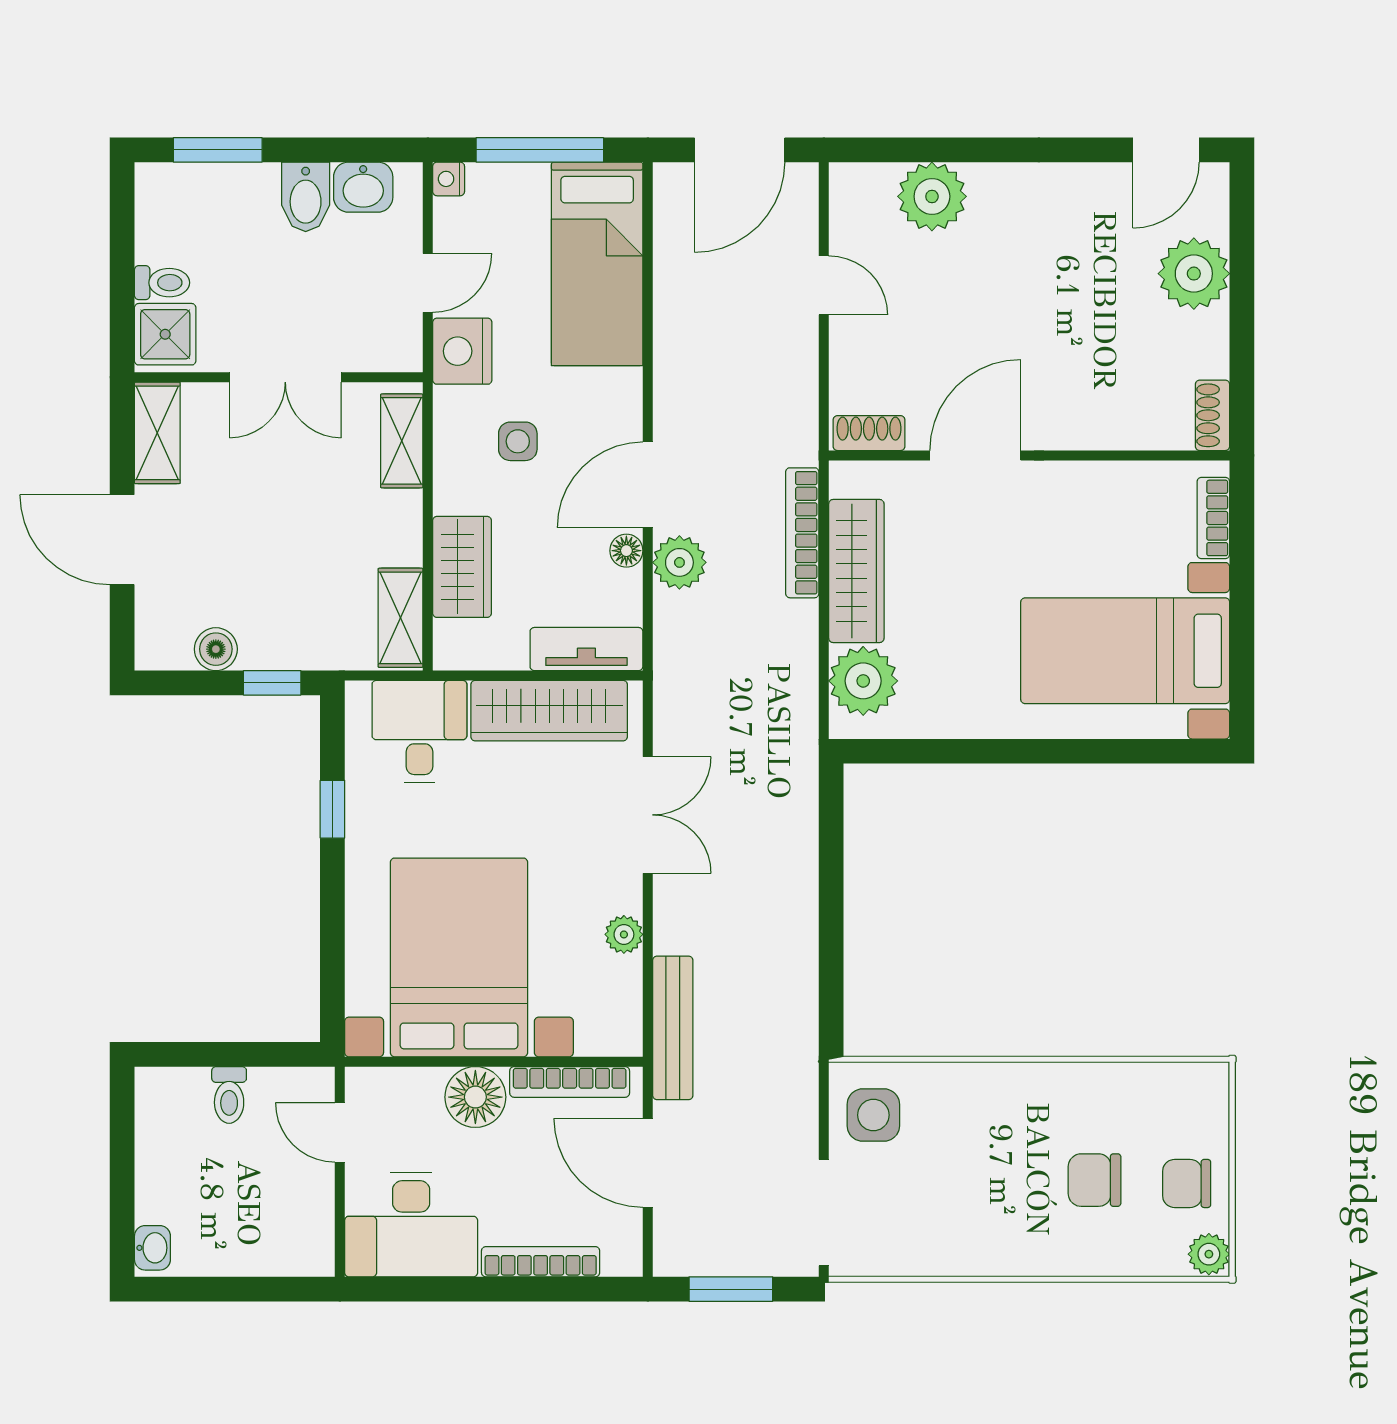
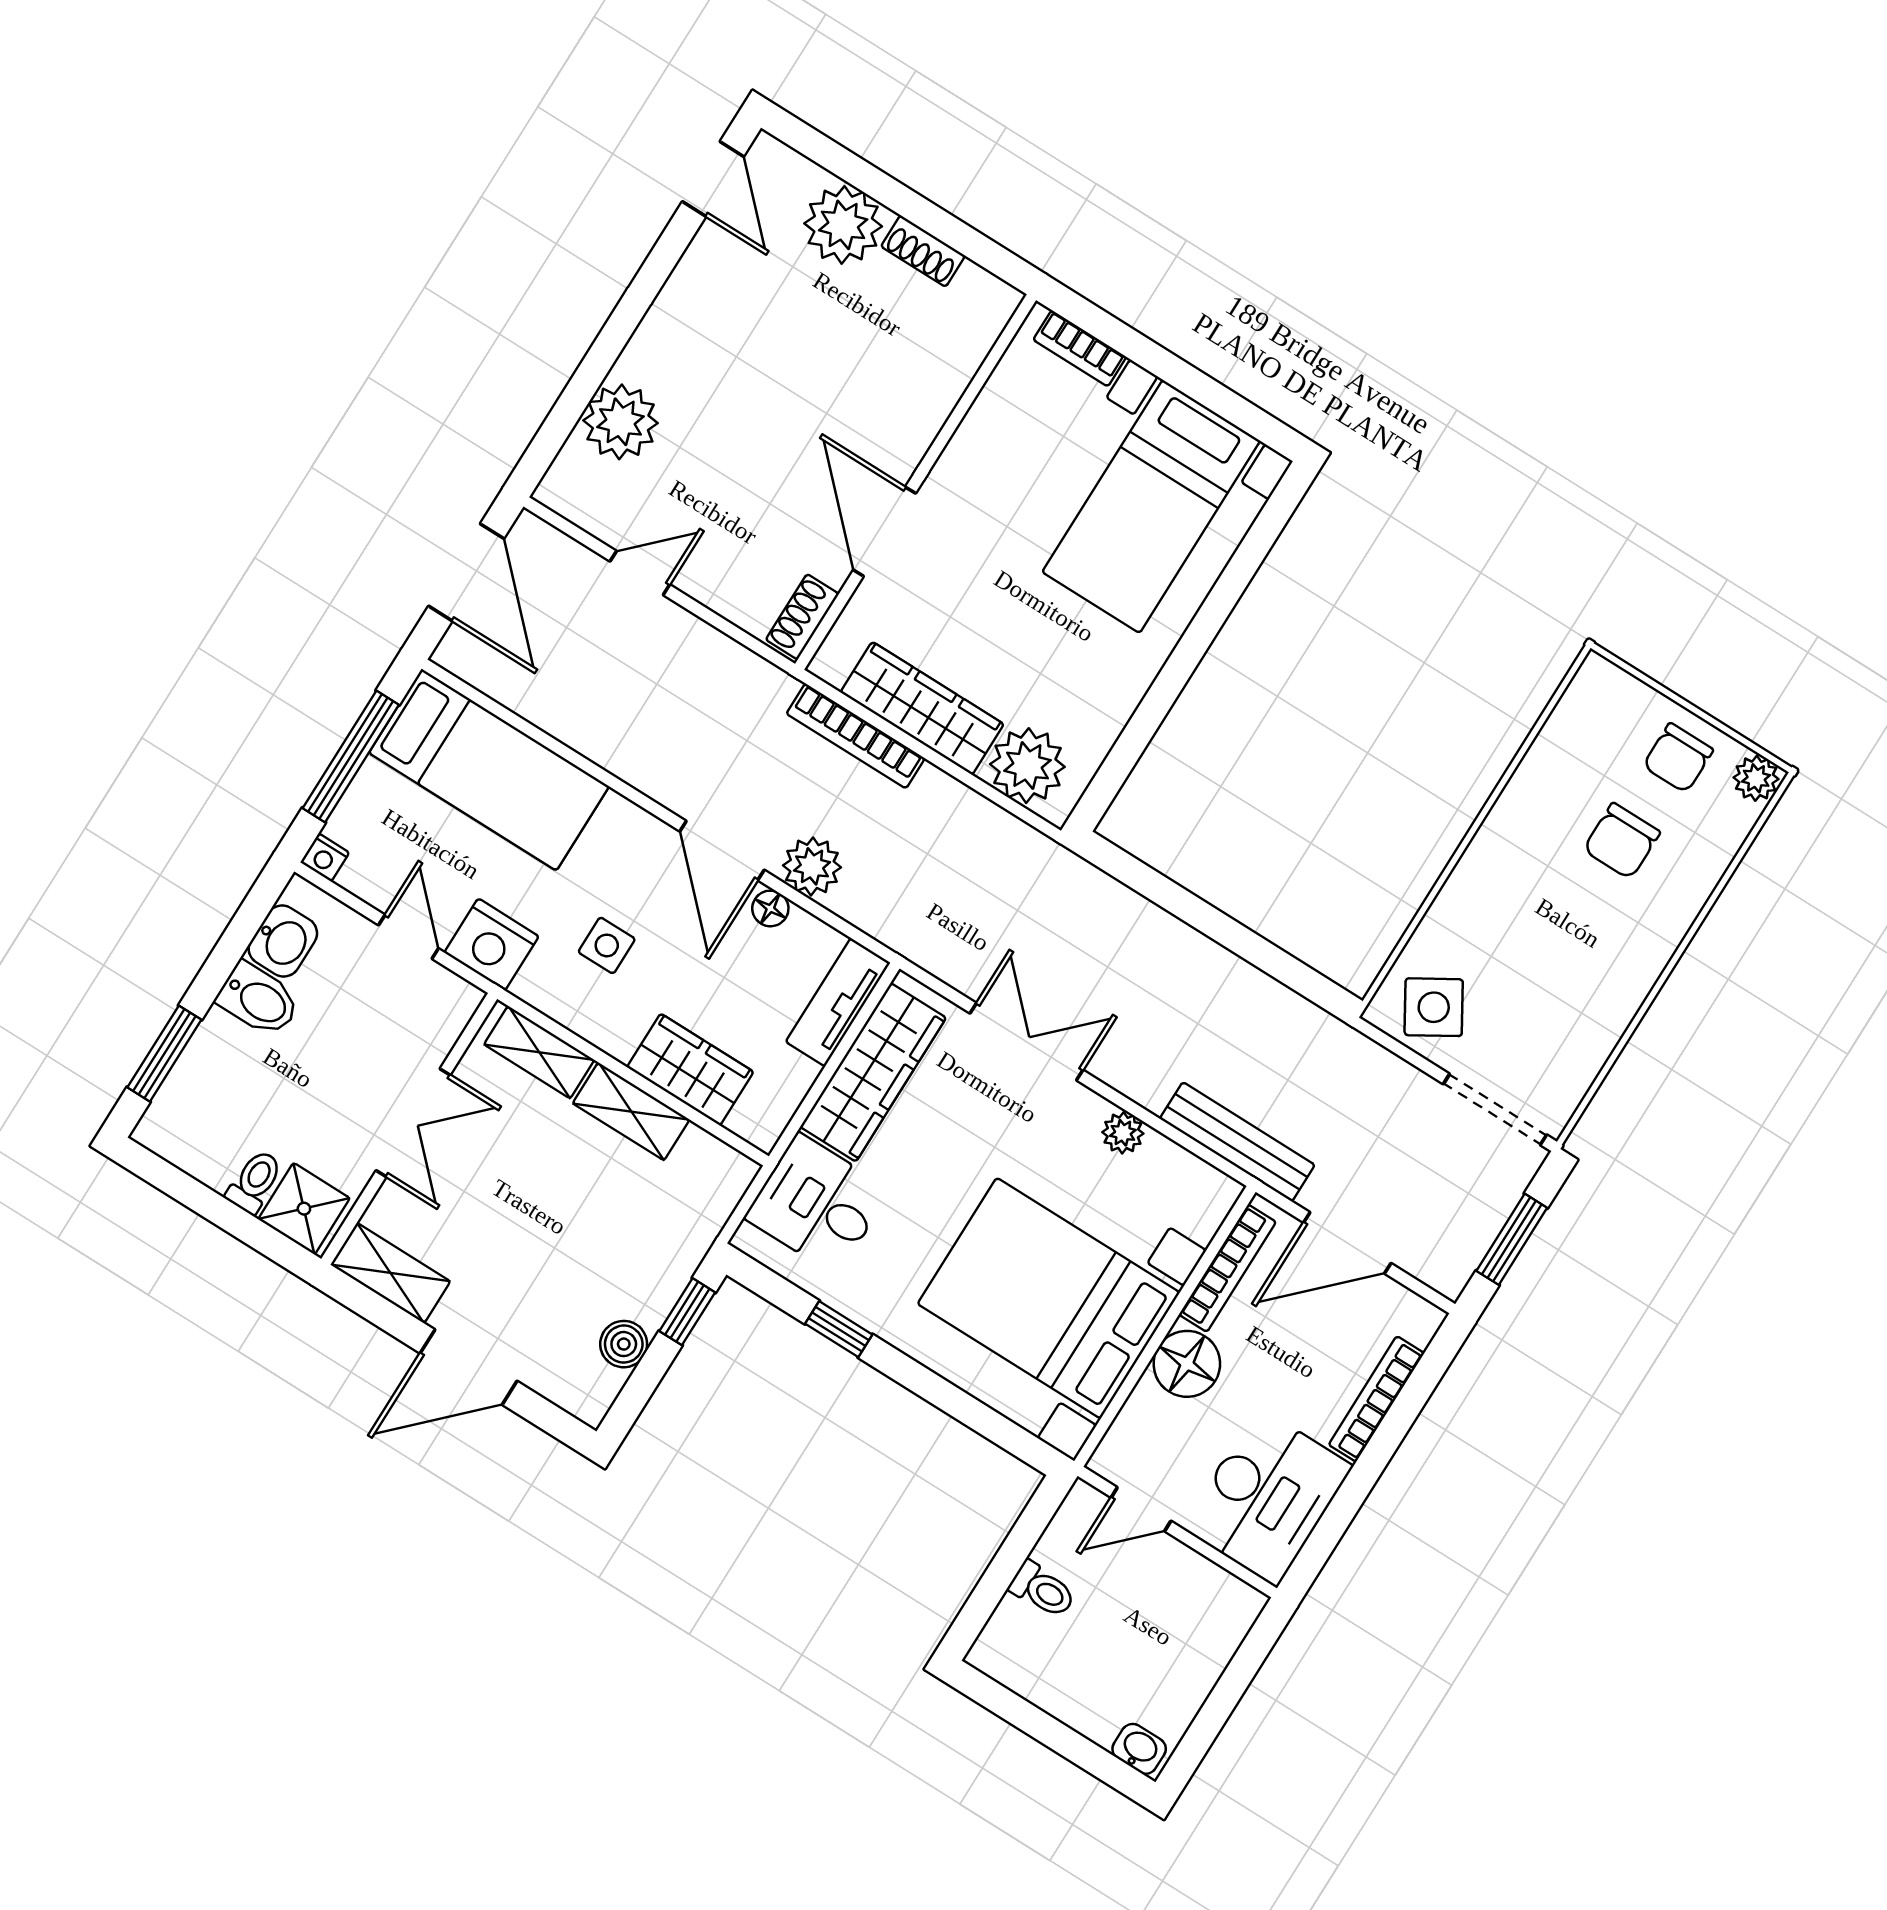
shoe rack: (1213, 415) -> (923, 251), moved
shelving: (401, 618) -> (631, 1111), moved
side table: (873, 1115) -> (1434, 1007), turned -31

